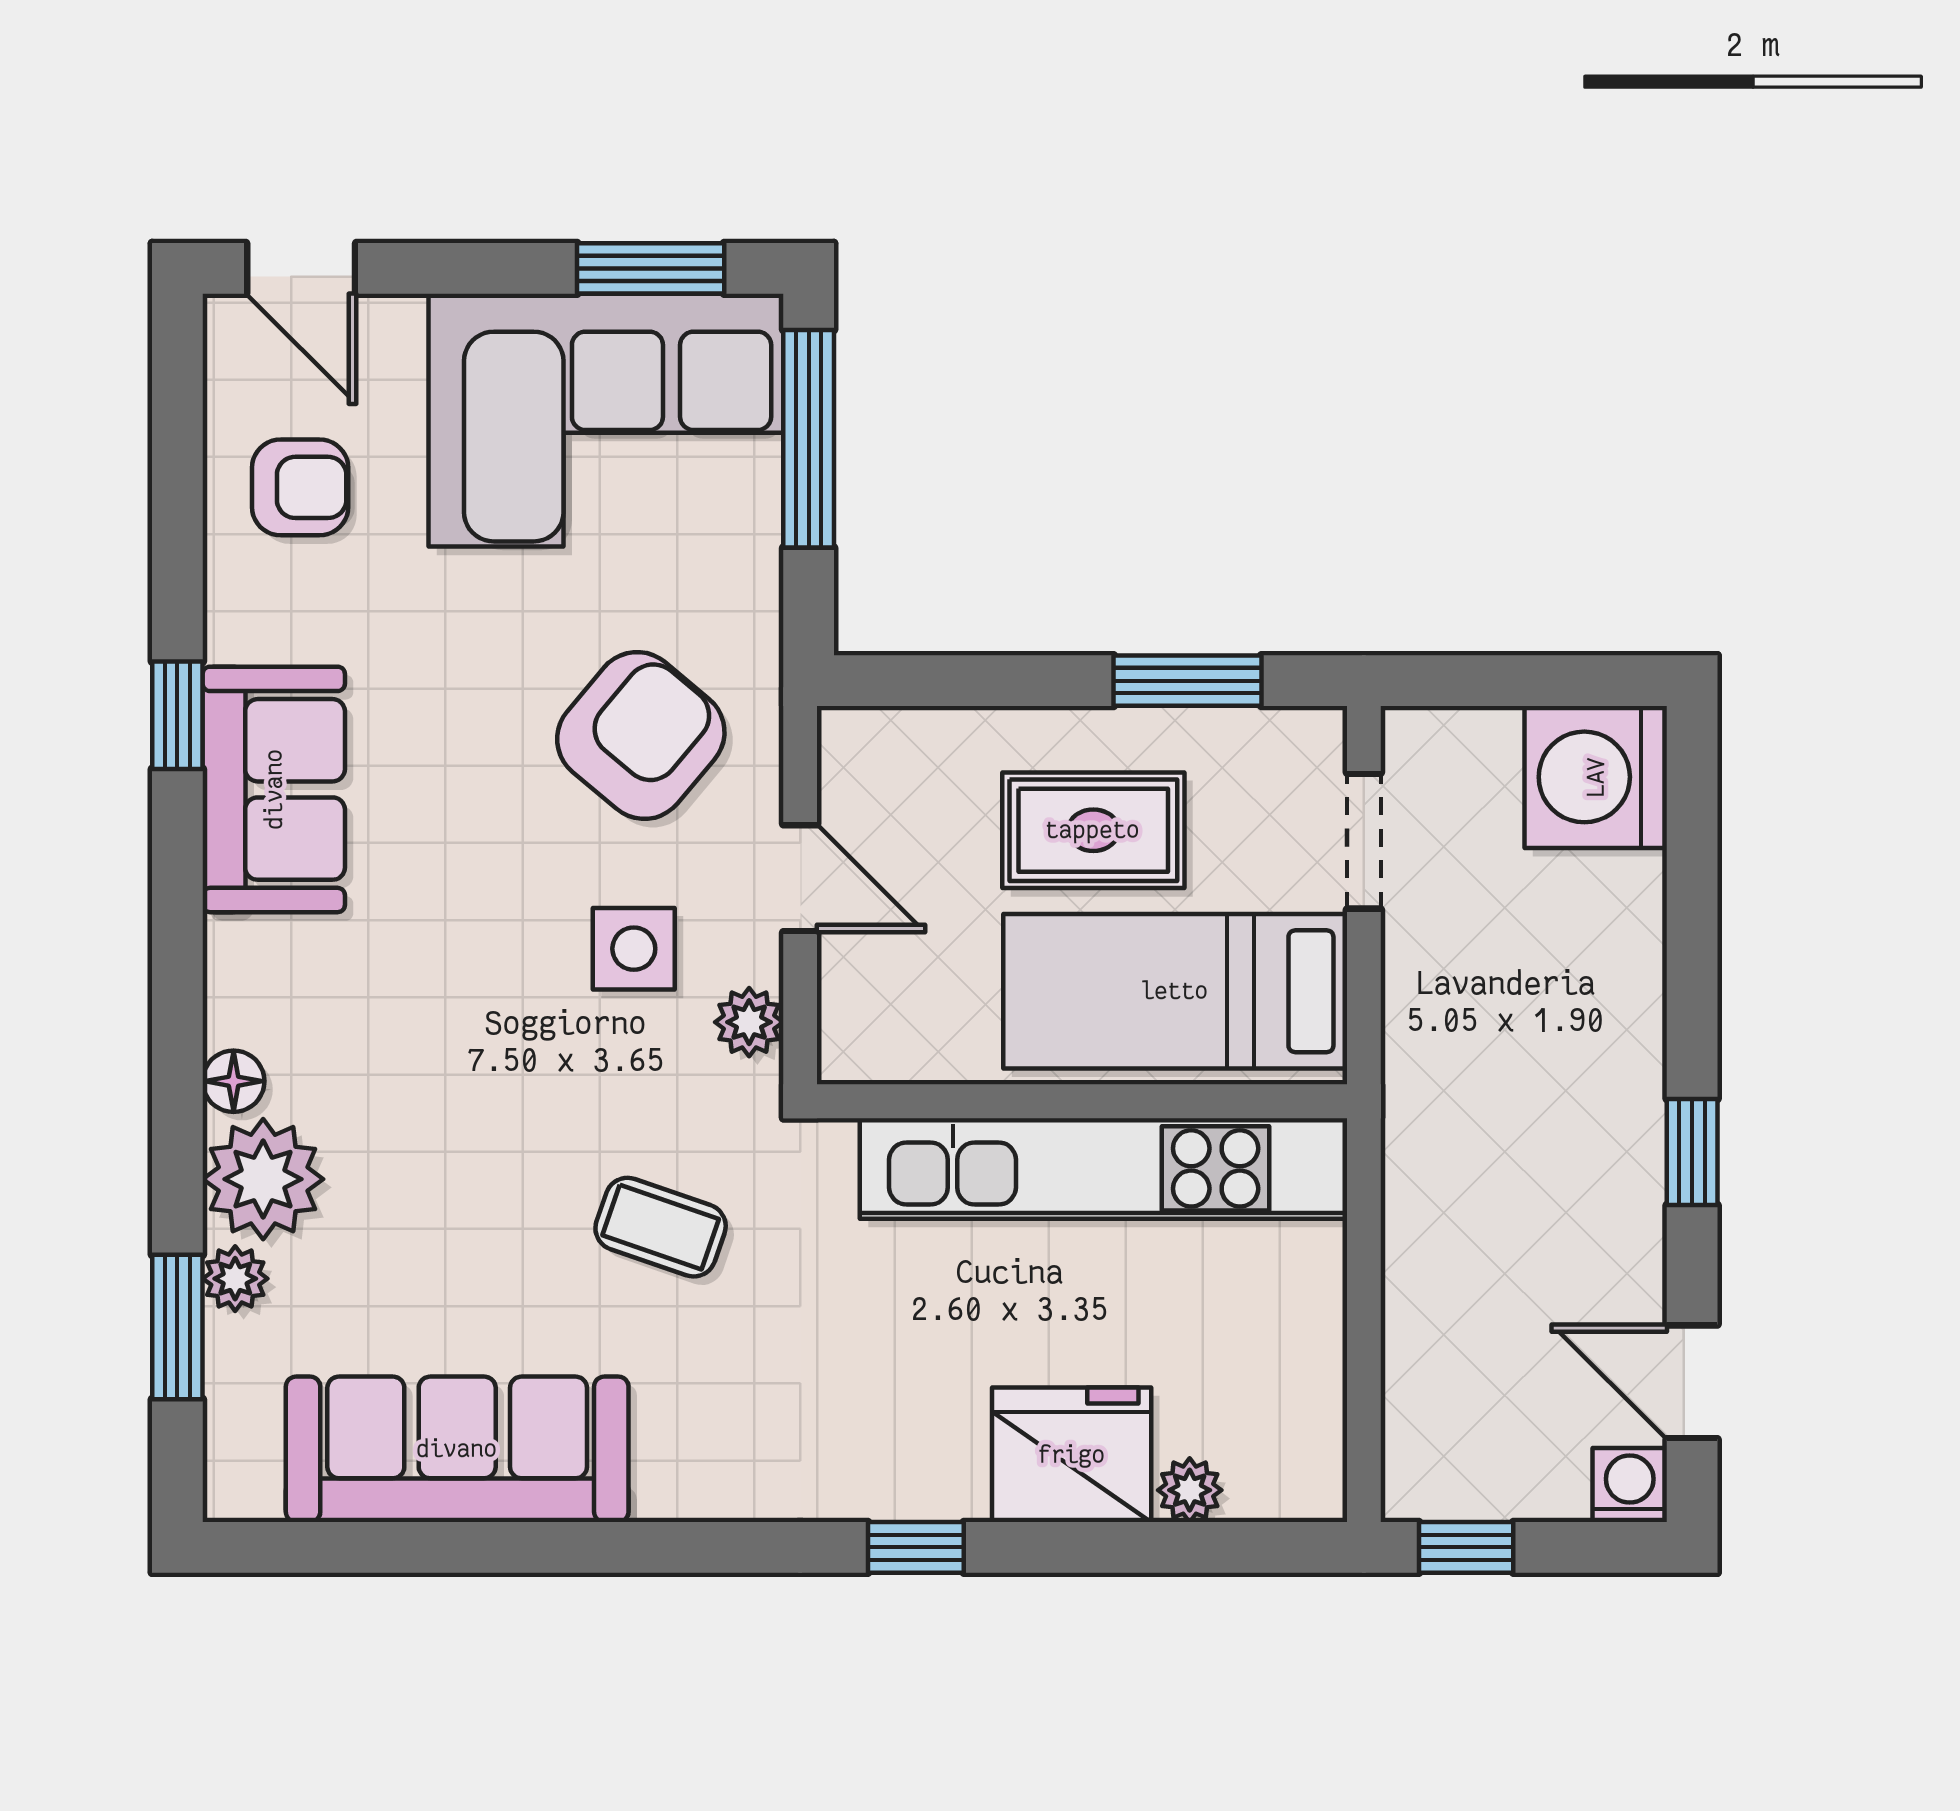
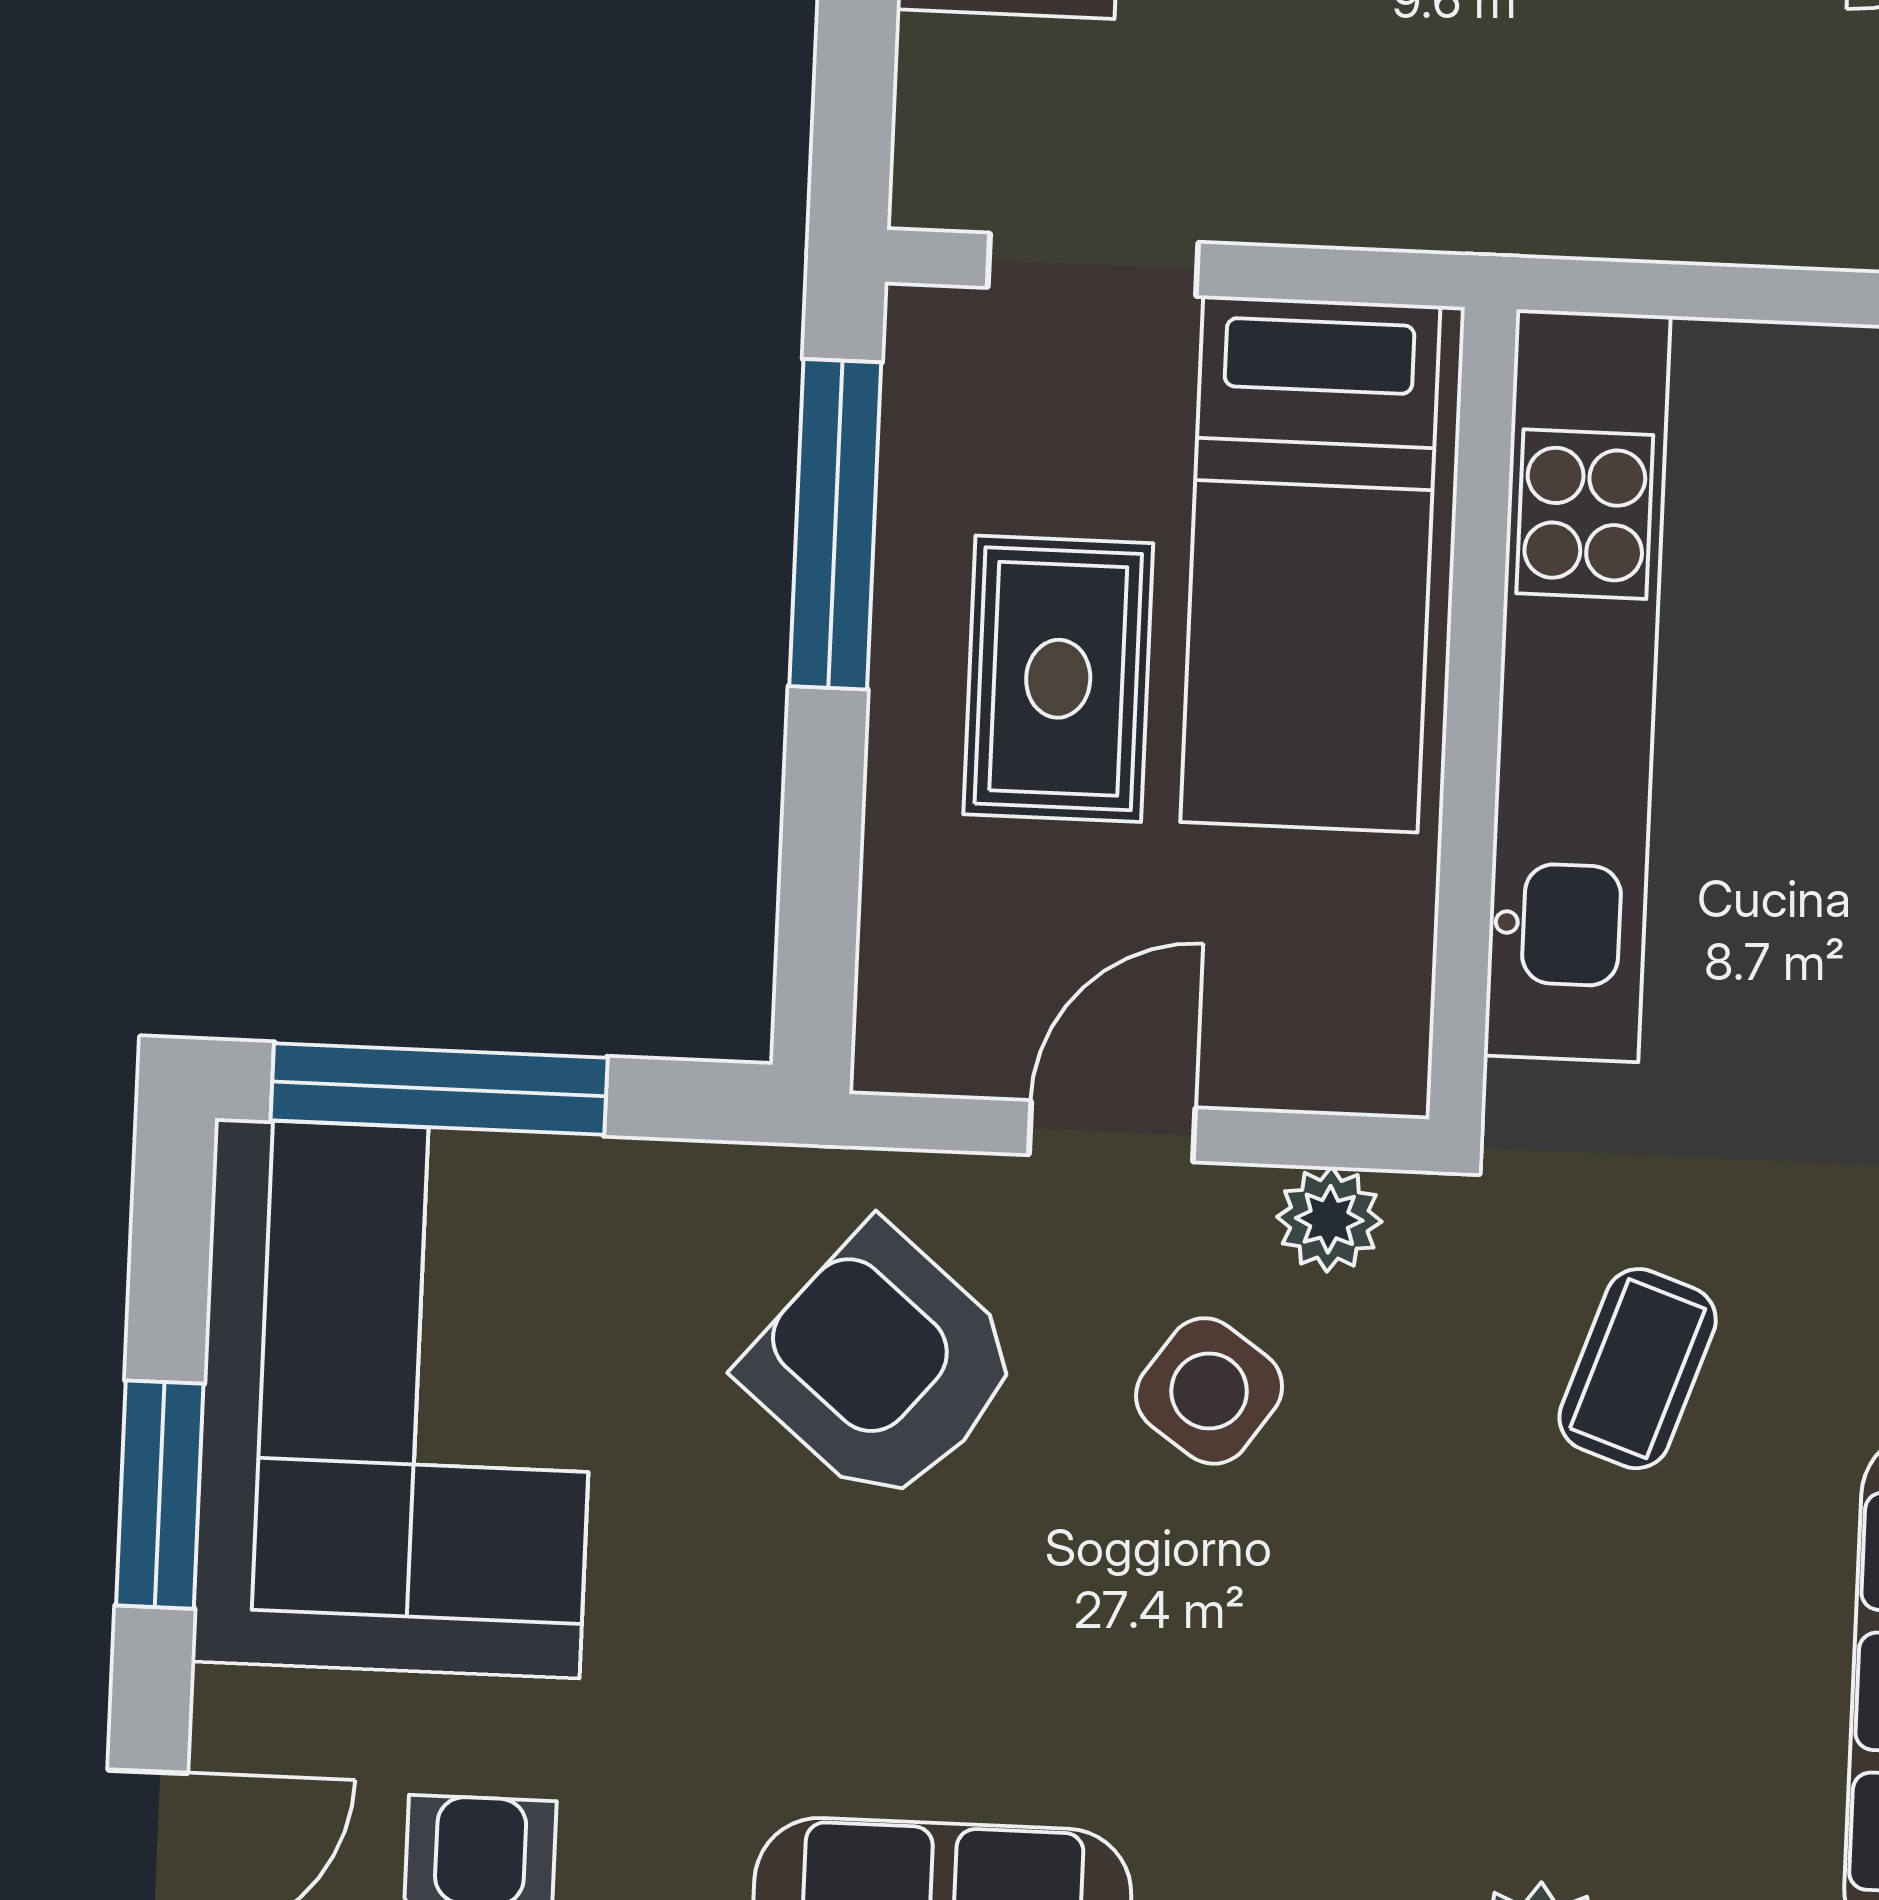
window: (651, 268) -> (160, 1495), moved
window: (1188, 681) -> (835, 524), width x1.44
side table: (634, 949) -> (1209, 1391), turned 35

